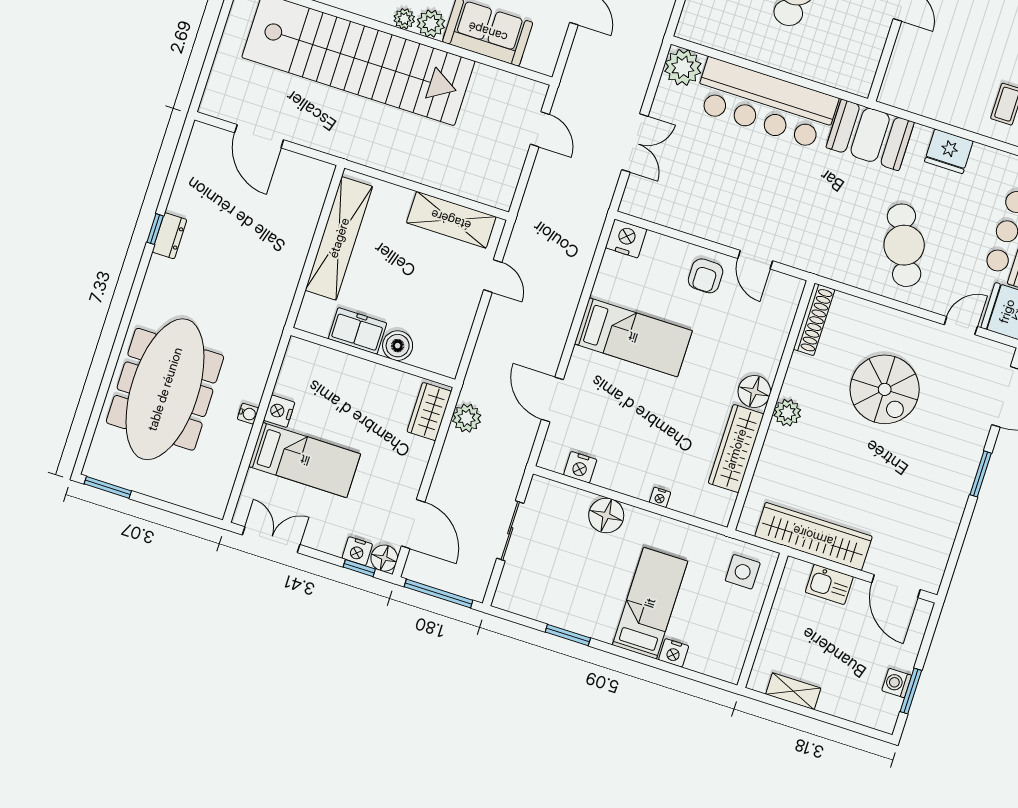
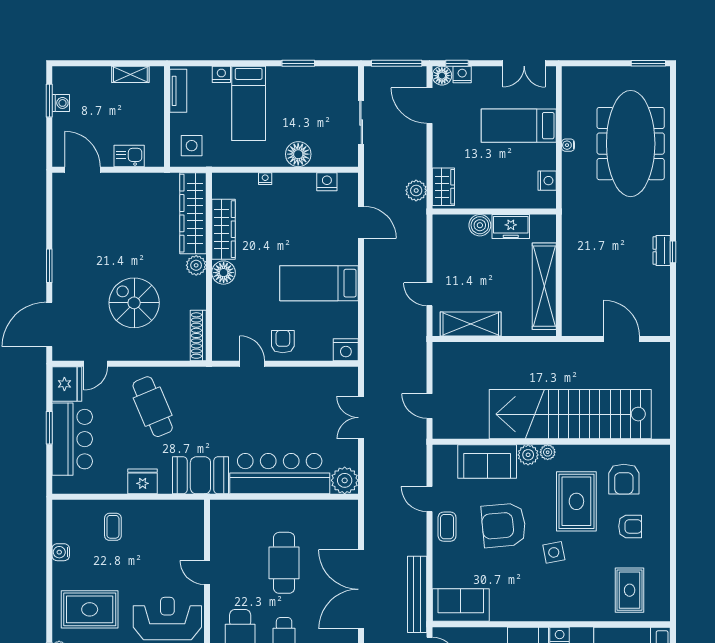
nightstand: (279, 411) -> (547, 181), moved
wardrobe: (813, 536) -> (193, 213), moved, turned 90
tv unit: (737, 649) -> (178, 91), added

